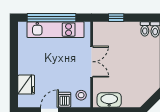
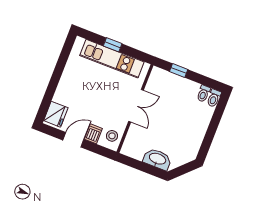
window: (52, 18) -> (113, 45), width x0.32
fridge: (26, 85) -> (56, 114), moved
washbasin: (109, 100) -> (157, 159), moved

